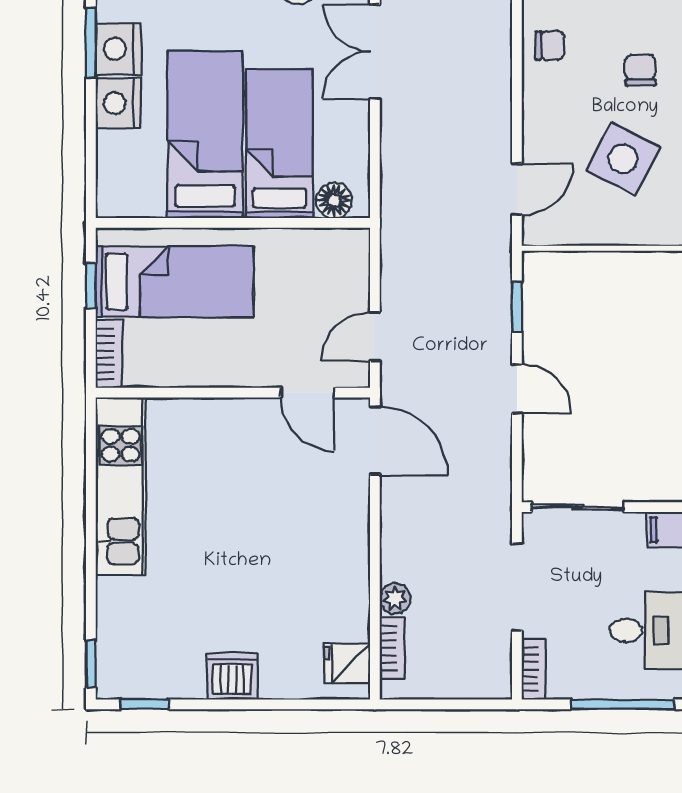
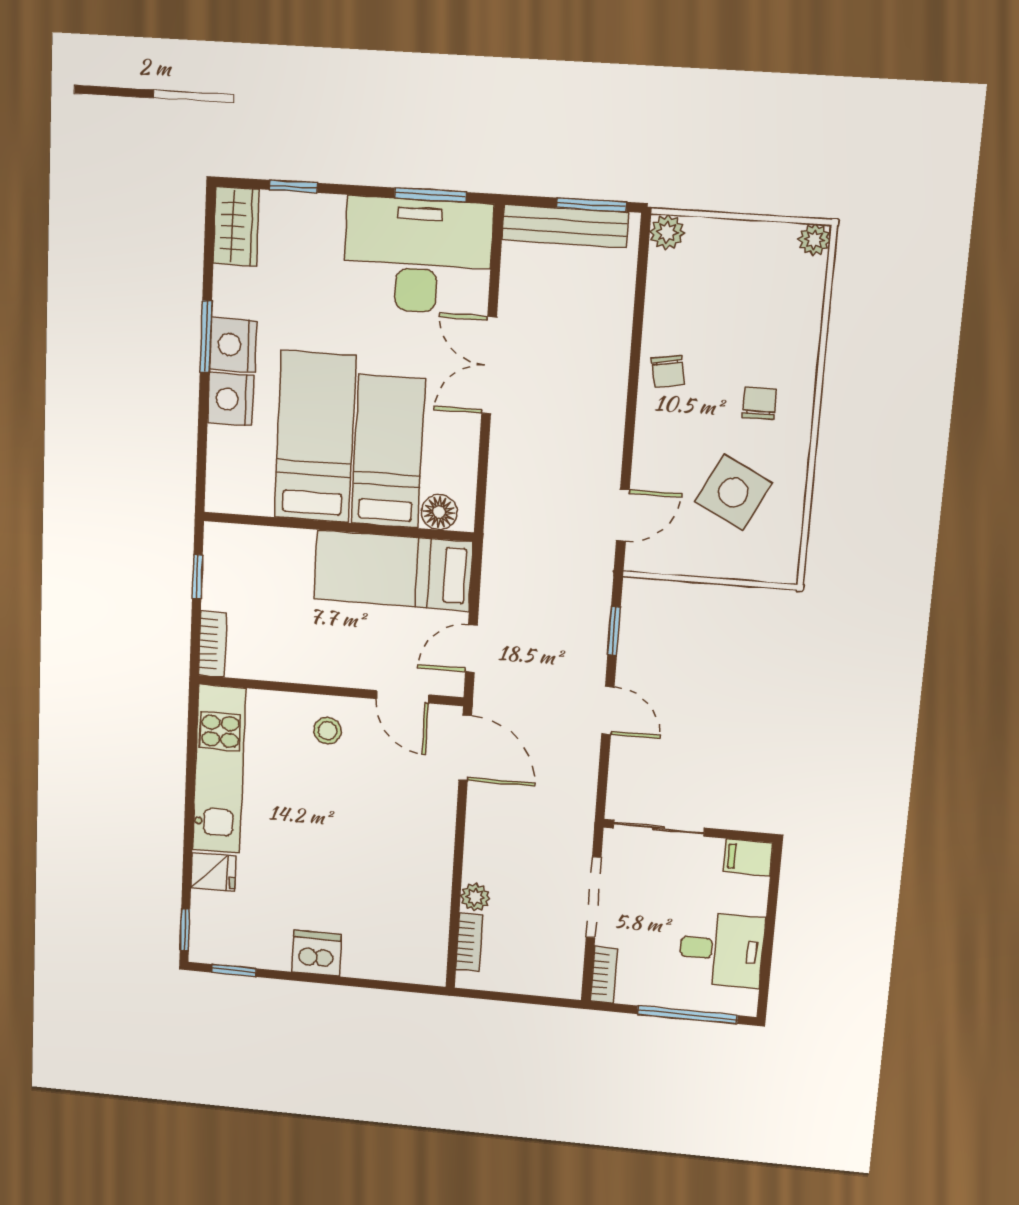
chair: (550, 46) -> (668, 371), turned 80
bed: (175, 282) -> (393, 571), moved, turned 180
stool: (232, 435) -> (328, 731), added
fridge: (347, 663) -> (213, 872), moved, turned 180

